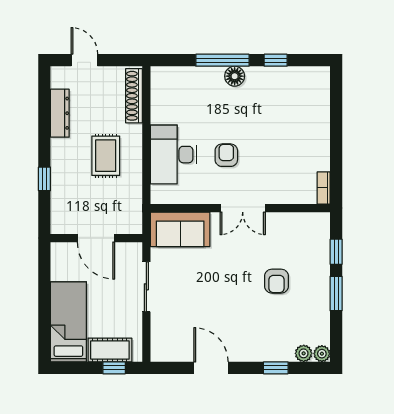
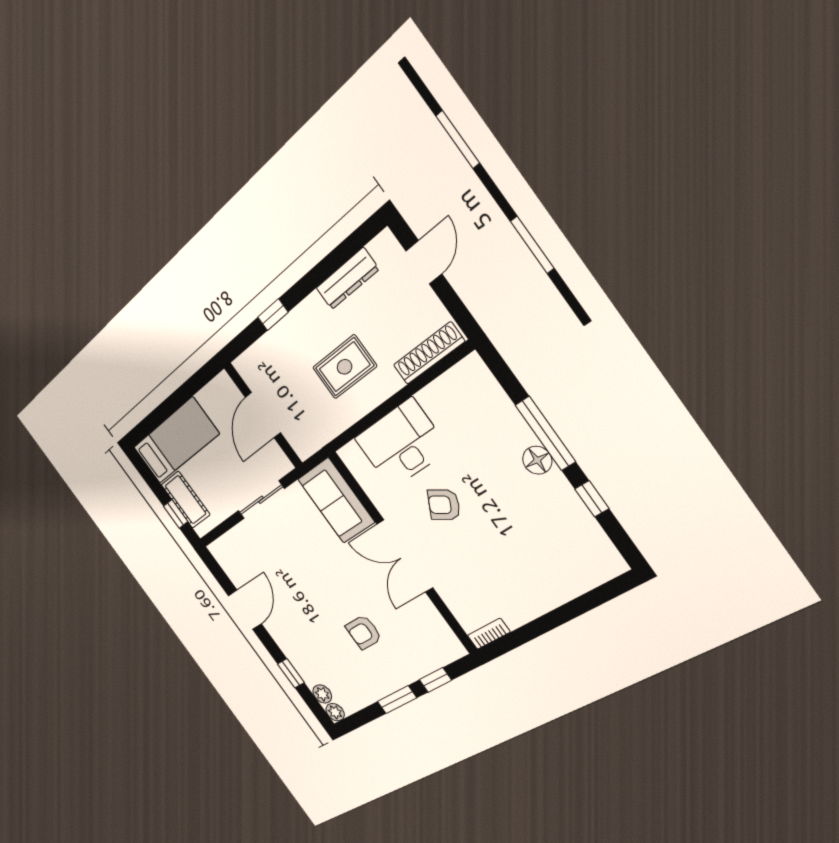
armchair: (226, 155) -> (444, 505), turned -150
double door: (243, 208) -> (405, 556), width x1.37

